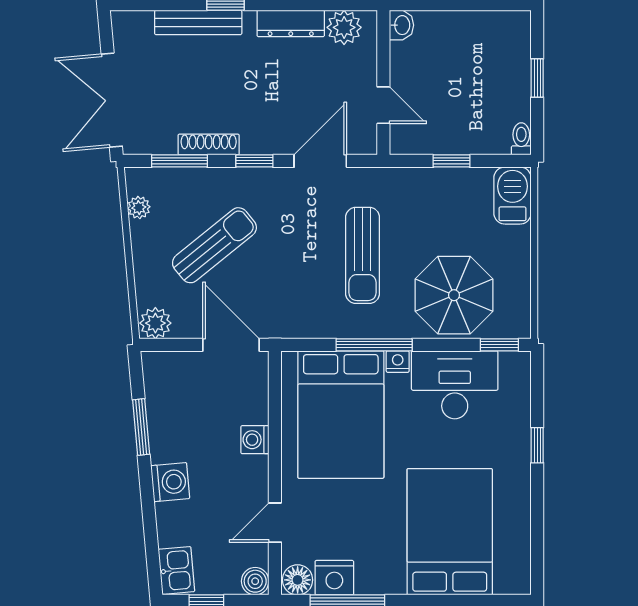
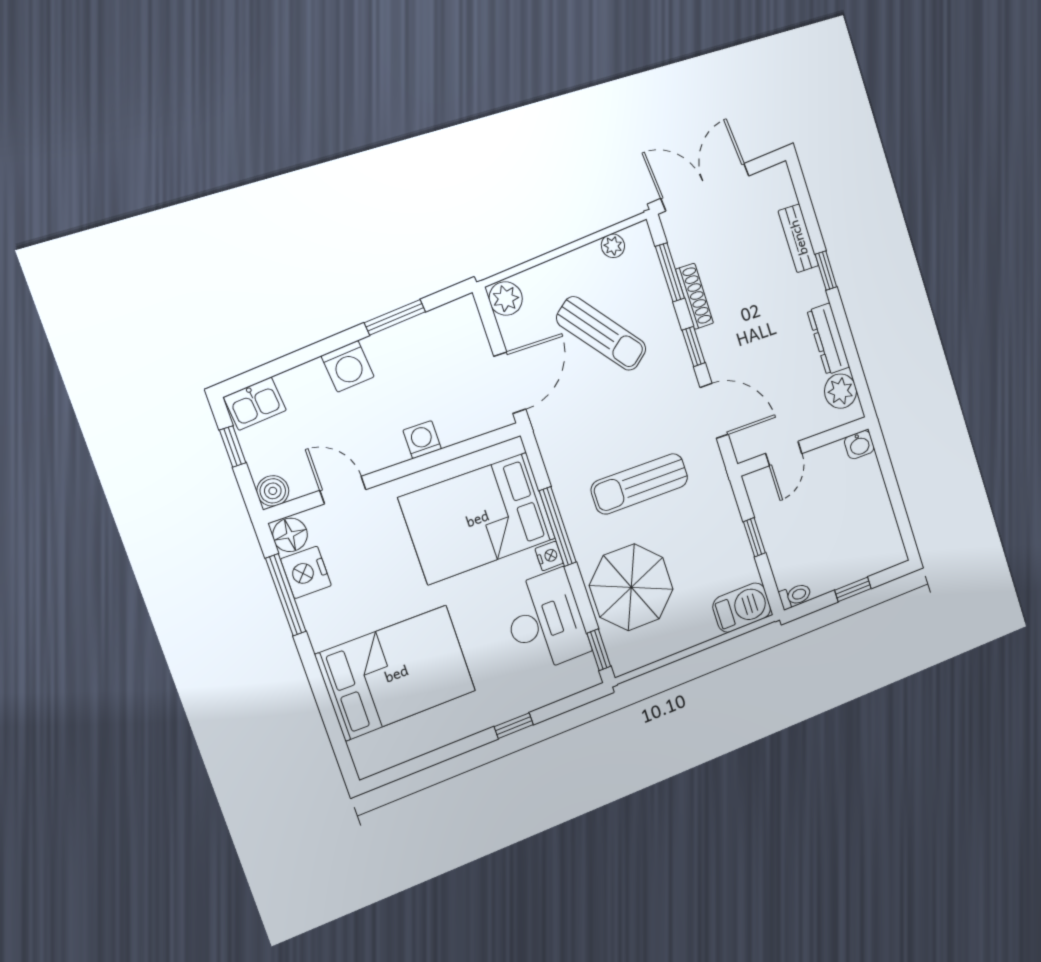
bench: (198, 22) -> (798, 238), width x0.73

